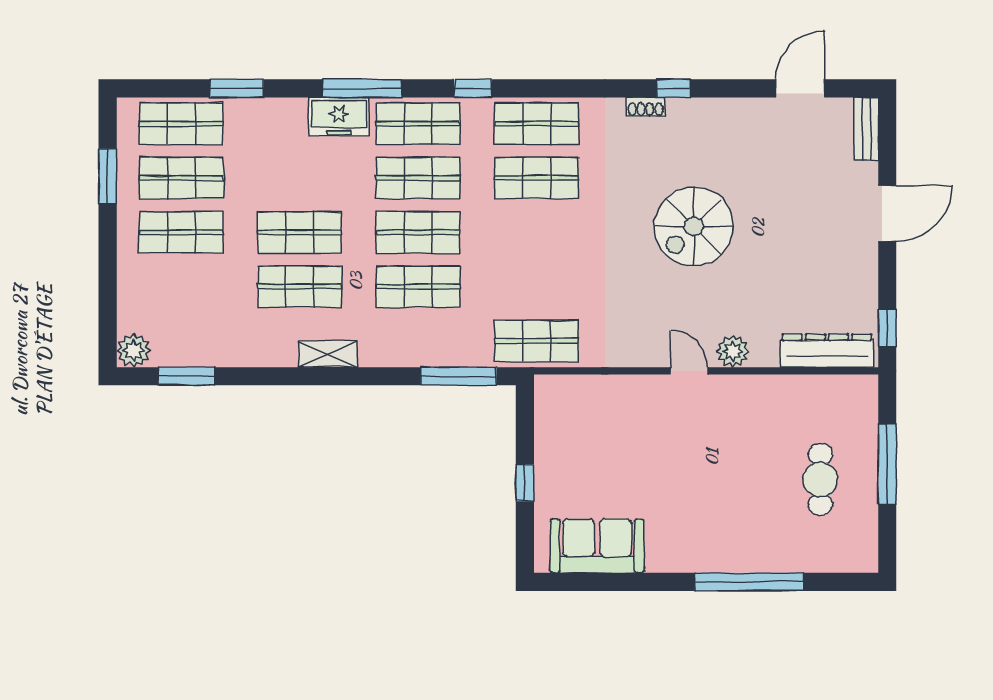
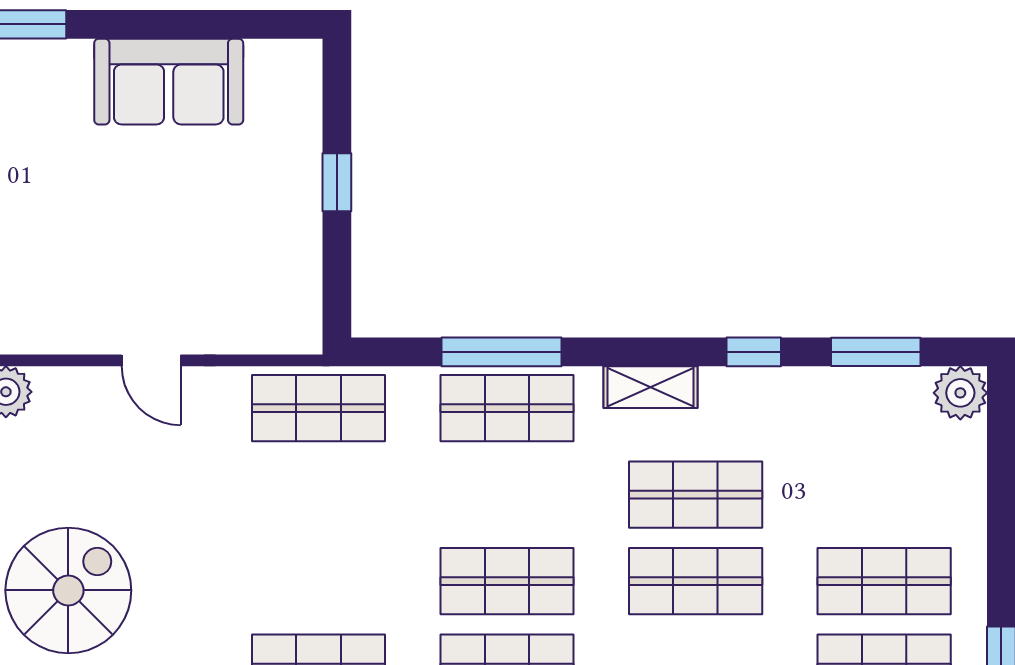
shop shelf: (418, 287) -> (507, 408), moved
door: (689, 371) -> (151, 360), moved
window: (263, 376) -> (754, 352), added
window: (459, 376) -> (501, 352), moved
sofa: (597, 546) -> (169, 82), moved

